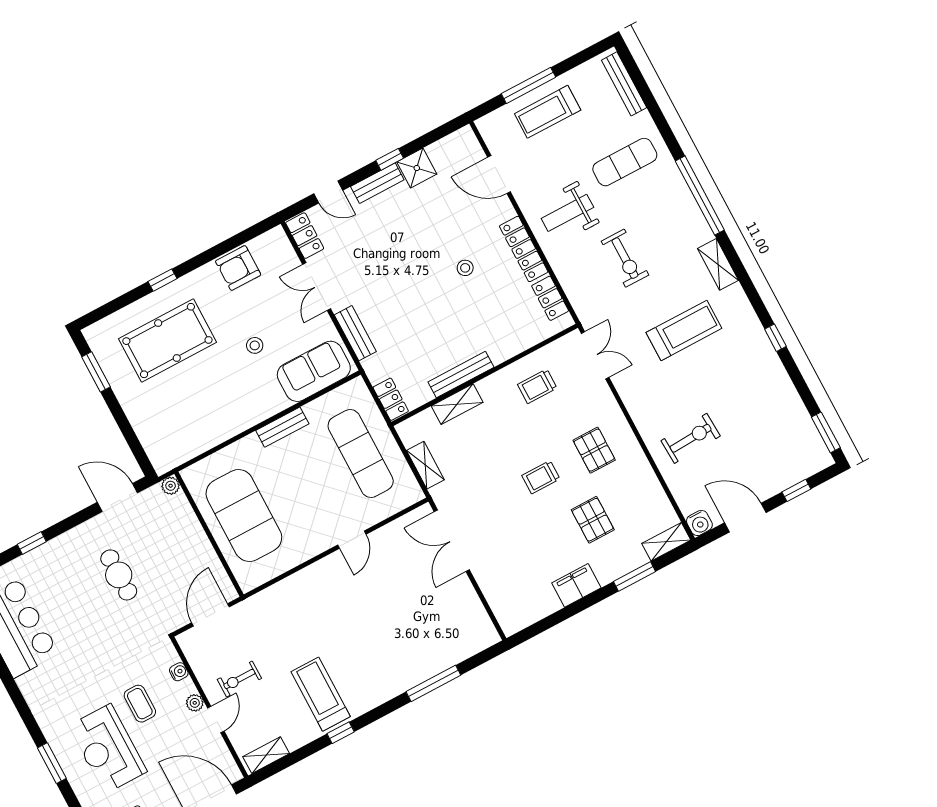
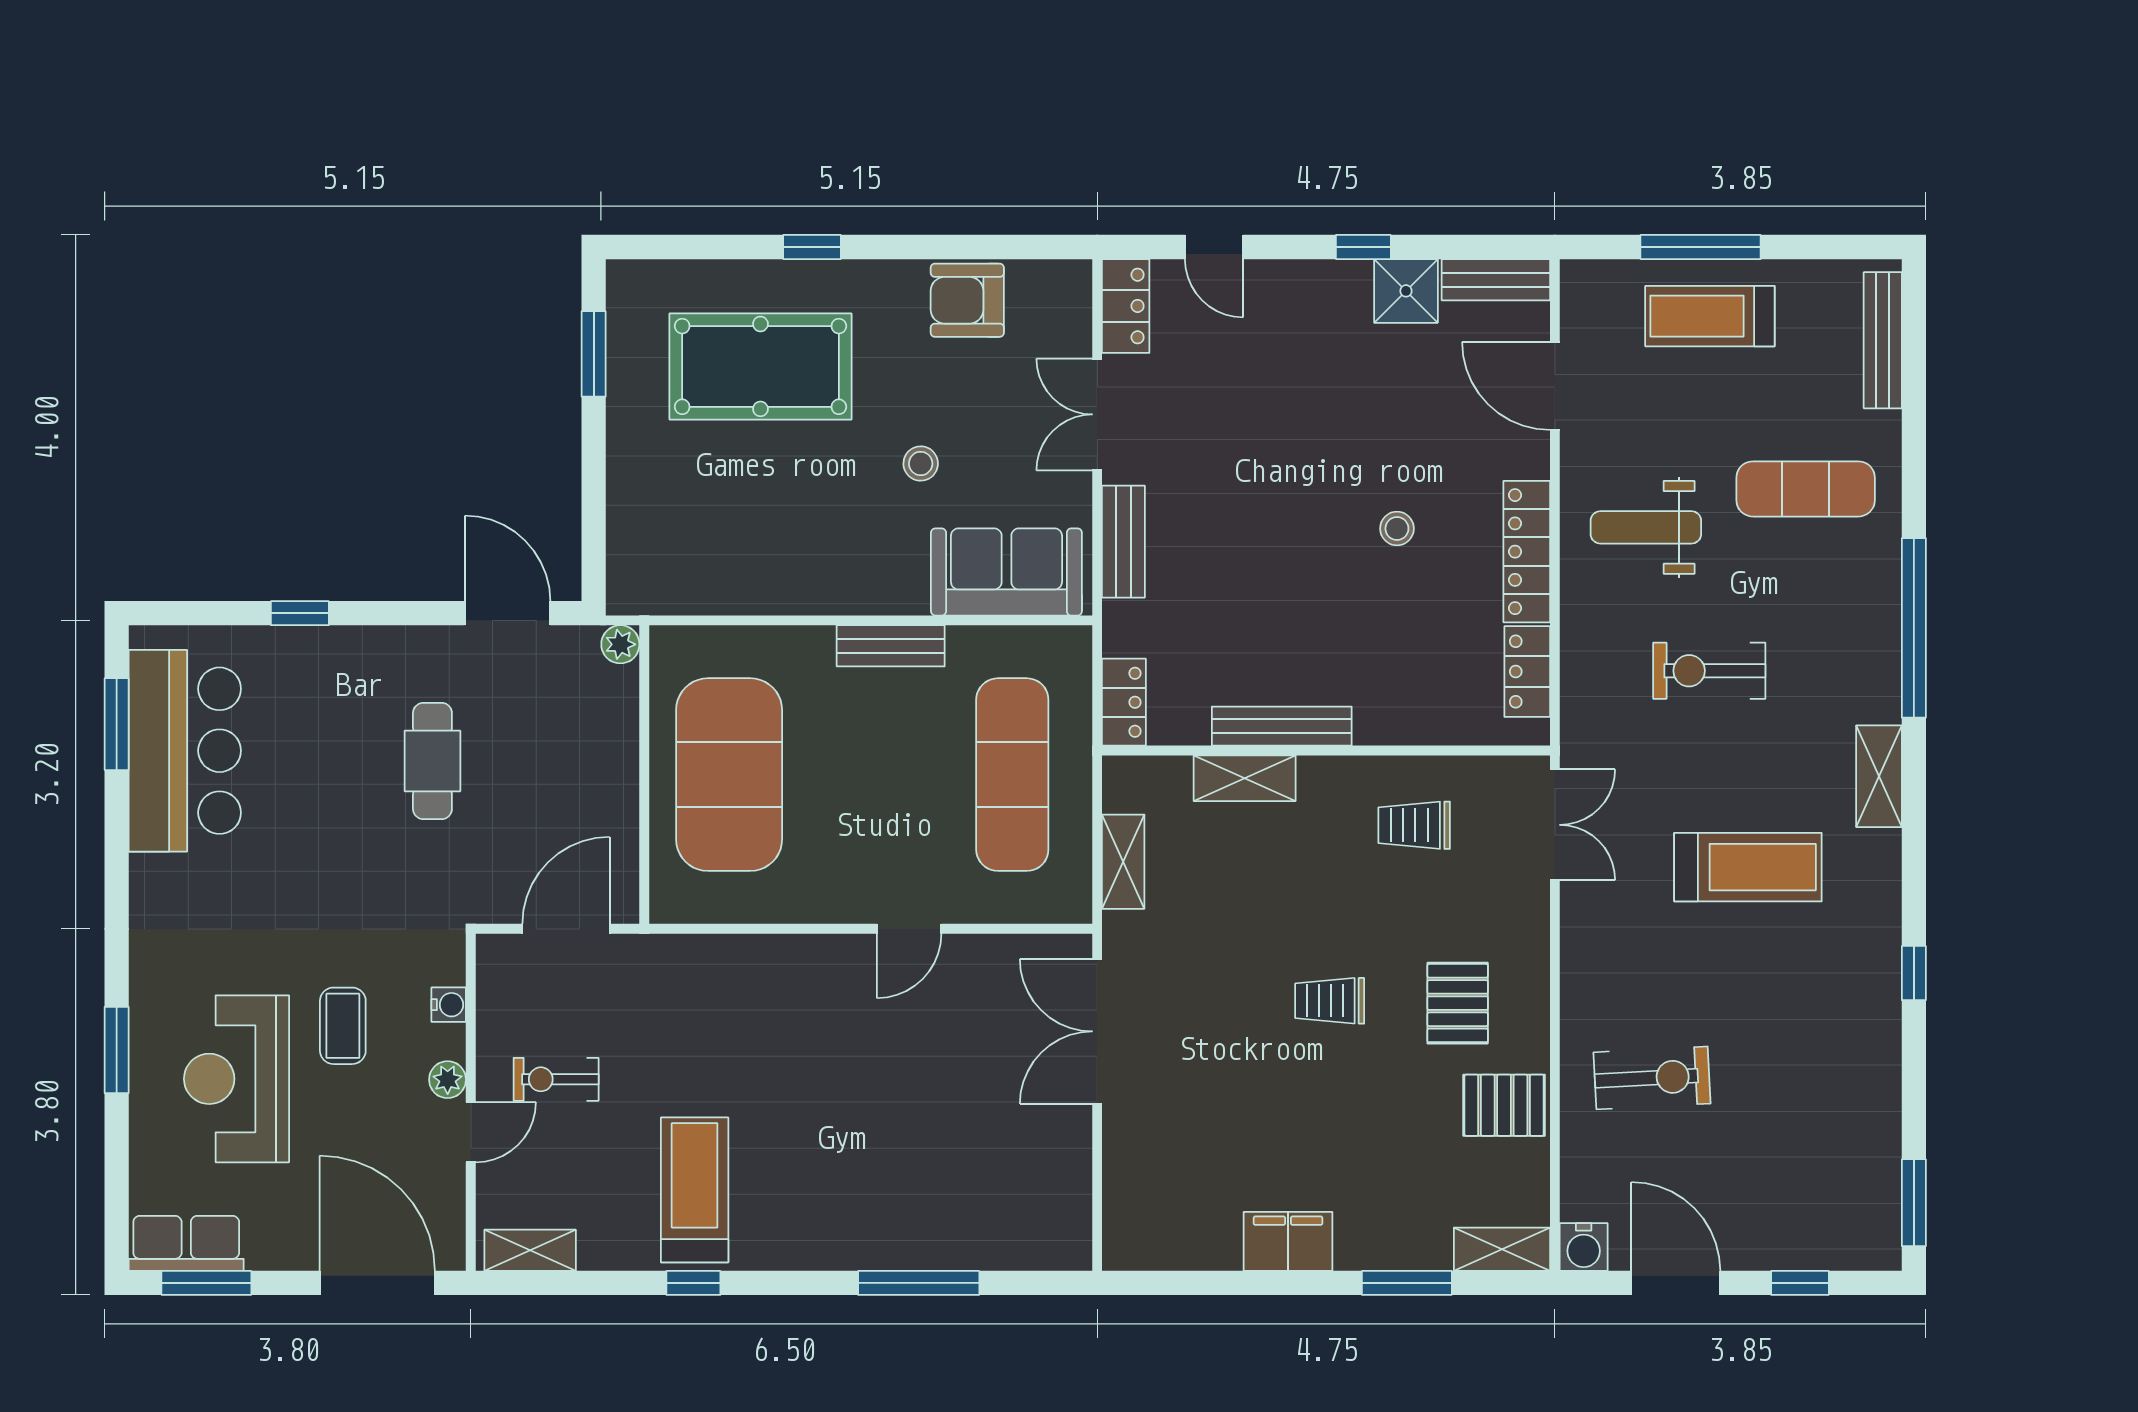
bench: (377, 183) -> (1496, 280), moved
exercise bike: (625, 258) -> (1709, 671), turned 90
pallet: (593, 520) -> (1504, 1105), moved, turned 90

